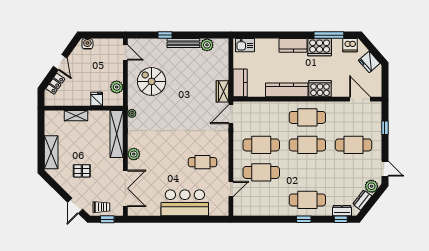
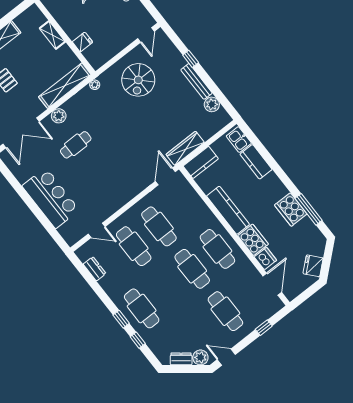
kitchen counter: (293, 45) -> (256, 162), moved
dishwasher: (350, 45) -> (265, 259), moved, turned 180
spiral stairs: (152, 81) -> (138, 80), turned 180
plant: (117, 87) -> (108, 52), removed
wardrobe: (222, 91) -> (185, 148), width x1.50
door: (231, 114) -> (165, 176), hinge flipped
cafe table: (202, 162) -> (76, 145), moved, turned 90
door: (385, 169) -> (226, 357), swing flipped
dresser: (342, 211) -> (95, 269), moved
window: (341, 219) -> (138, 340), moved

